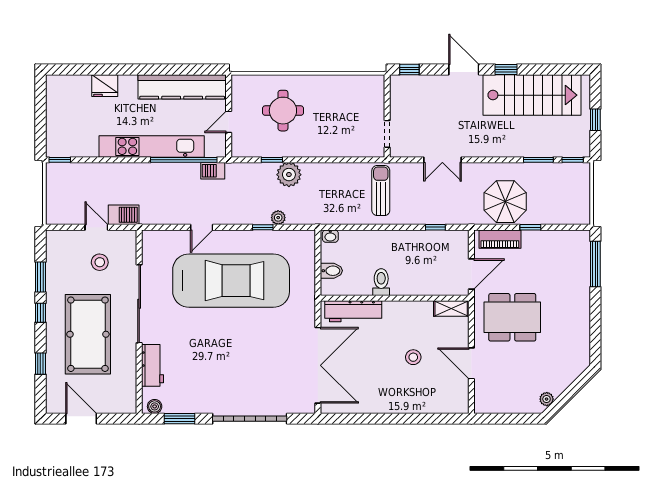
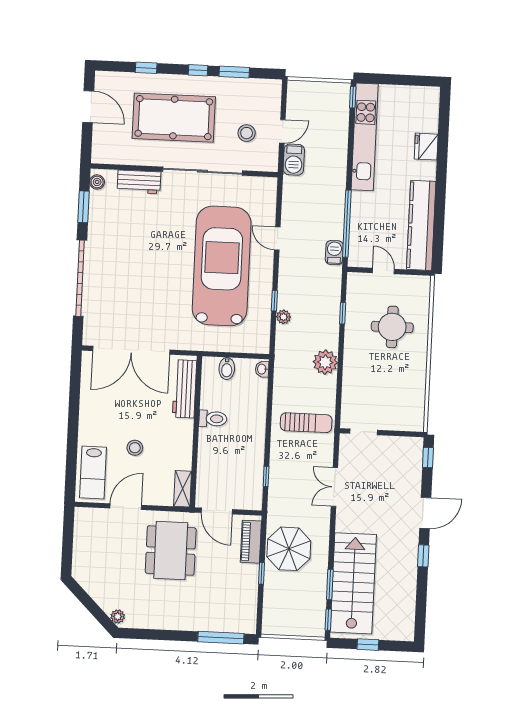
stairs: (532, 95) -> (353, 583), moved, turned 180
kitchen unit: (152, 146) -> (365, 137), moved
plant: (289, 175) -> (325, 362), moved
car: (231, 281) -> (222, 266), turned 180
lab bench: (439, 397) -> (93, 472), added
plant: (547, 399) -> (118, 616), moved
door: (81, 419) -> (88, 107), hinge flipped

